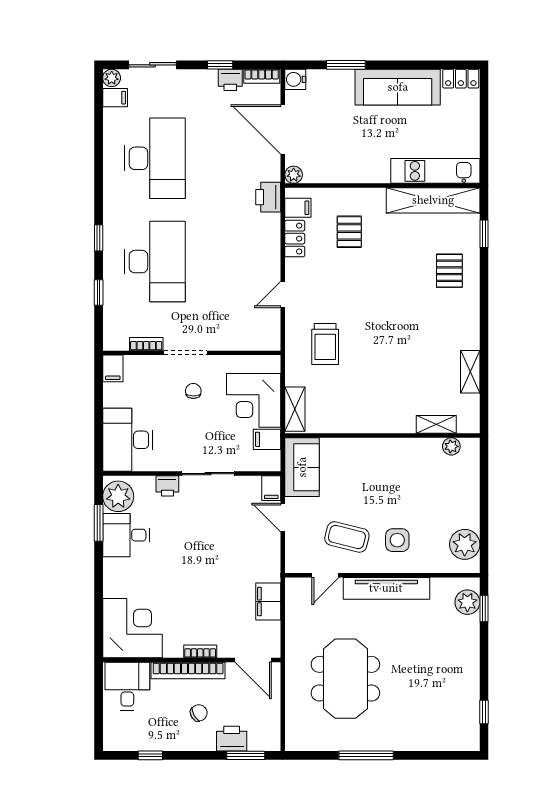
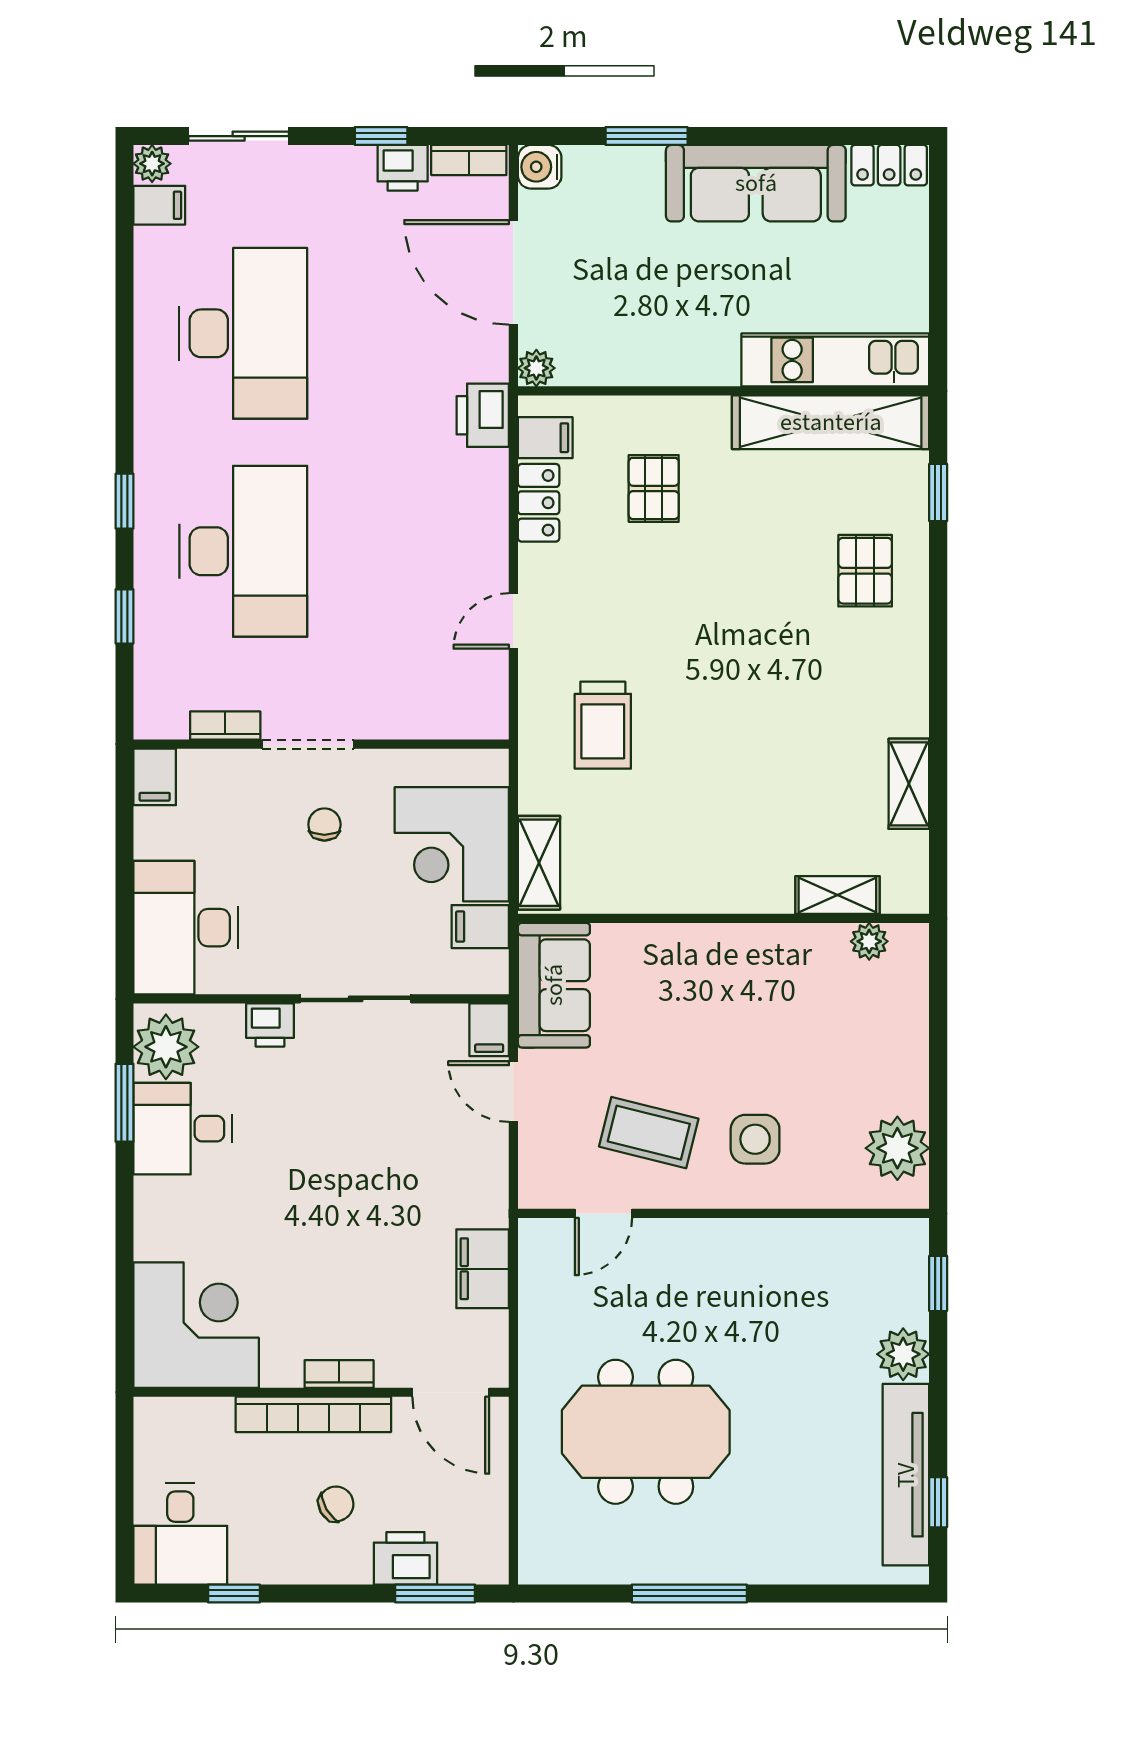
tv unit: (386, 588) -> (906, 1475), moved, turned 90
plant: (467, 602) -> (903, 1354), moved
meeting table: (345, 679) -> (646, 1432), turned 90
desk: (127, 686) -> (180, 1534), moved, turned 180

